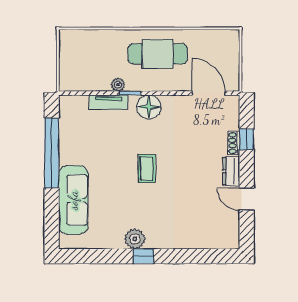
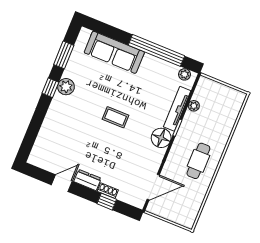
cafe table: (158, 54) -> (198, 161), width x0.73, depth x0.74
plant: (118, 85) -> (194, 106), moved
tv unit: (108, 102) -> (177, 109), width x1.41
plant: (66, 110) -> (185, 74), added
window: (100, 256) -> (64, 55), added

